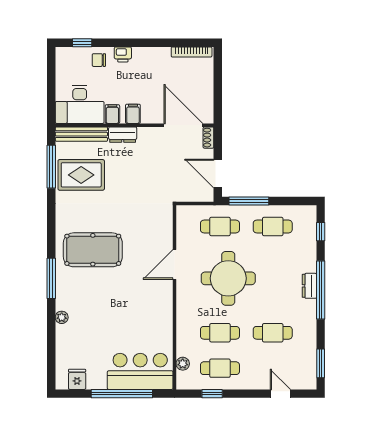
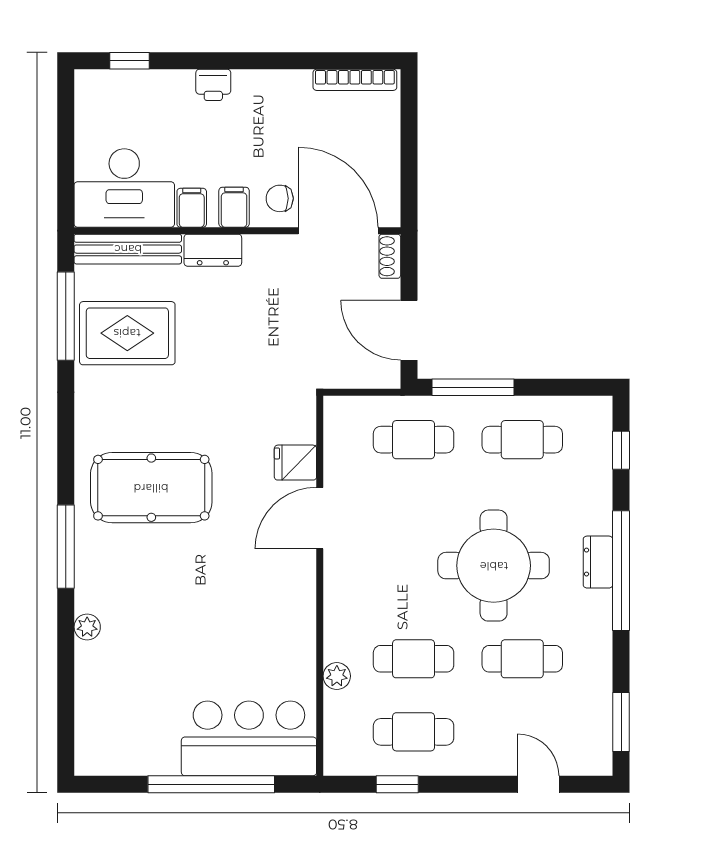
chair: (99, 60) -> (280, 198), moved
round table: (228, 278) -> (494, 566), moved
plant: (183, 364) -> (337, 676), moved
fridge: (77, 379) -> (295, 463), moved, turned -90

